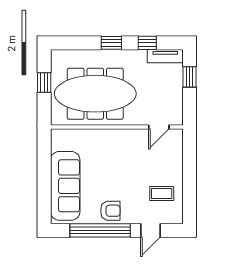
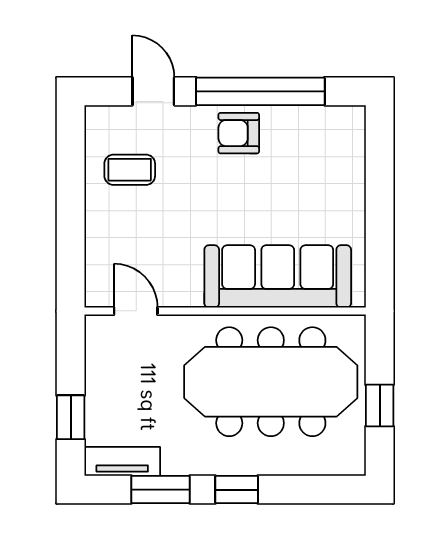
window: (147, 43) -> (160, 490), width x1.50
door: (159, 127) -> (136, 311), hinge flipped
sofa: (65, 186) -> (278, 276), moved, turned 90
door: (151, 230) -> (153, 91), hinge flipped

